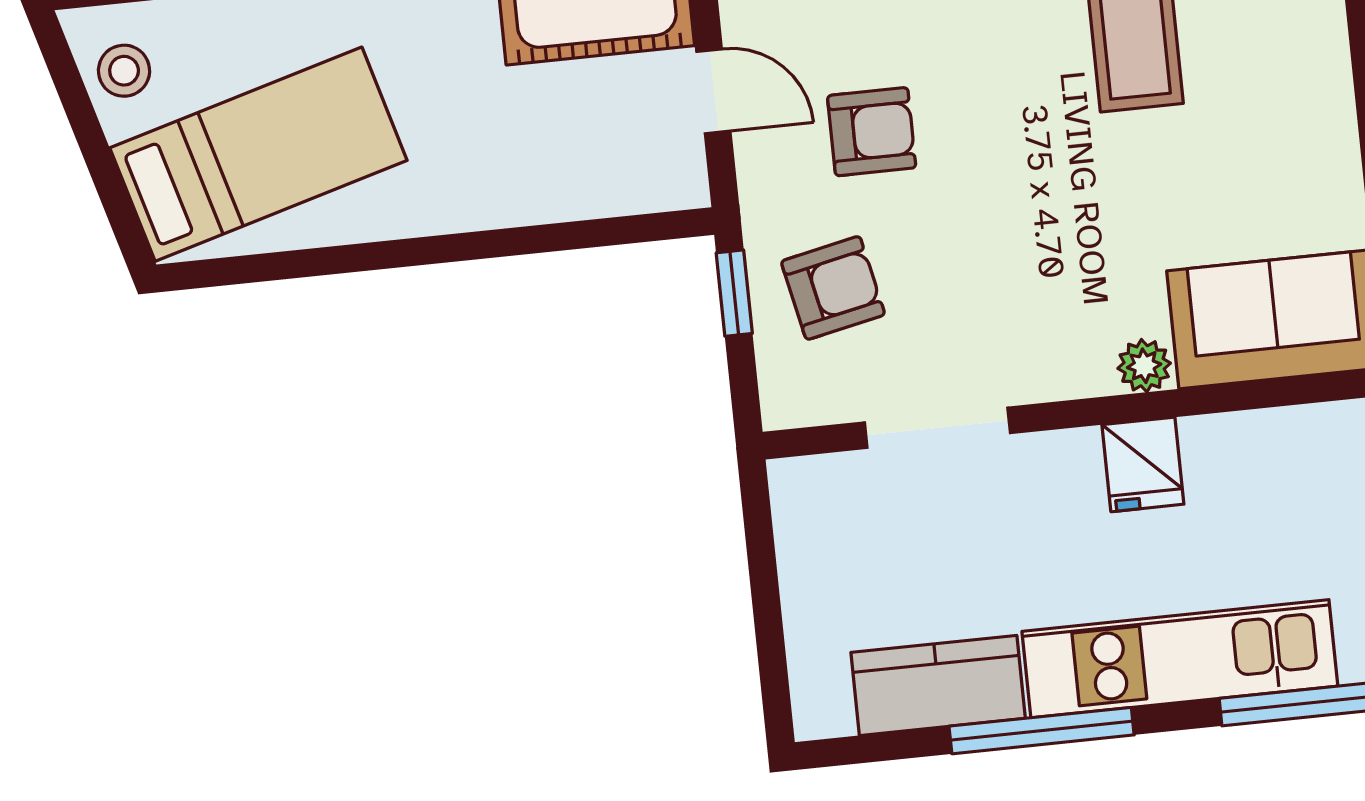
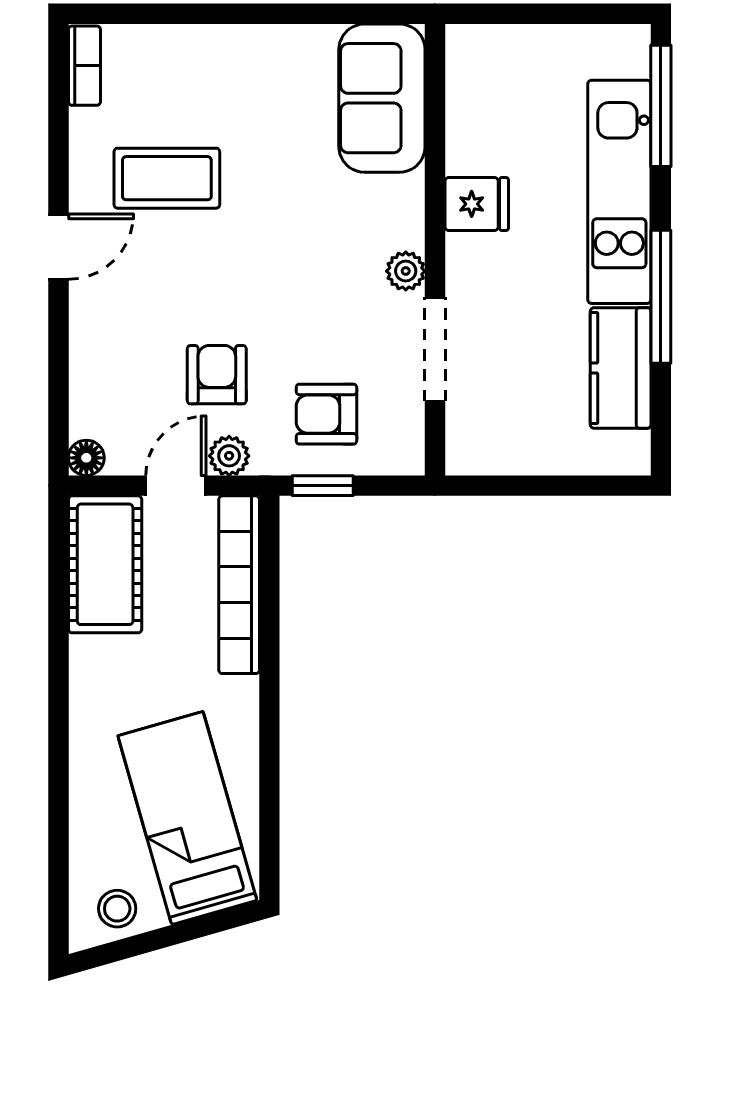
plant: (762, 160) -> (229, 456), added
bookcase: (586, 192) -> (239, 585), added
armchair: (833, 288) -> (326, 414), turned -78
plant: (1144, 366) -> (406, 271), moved

